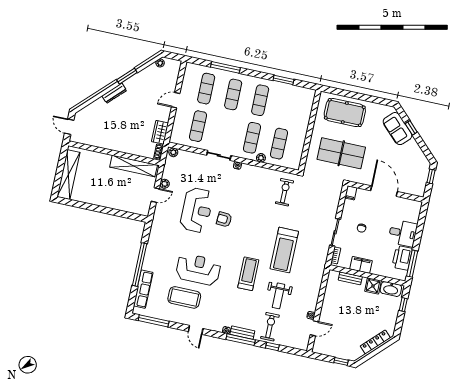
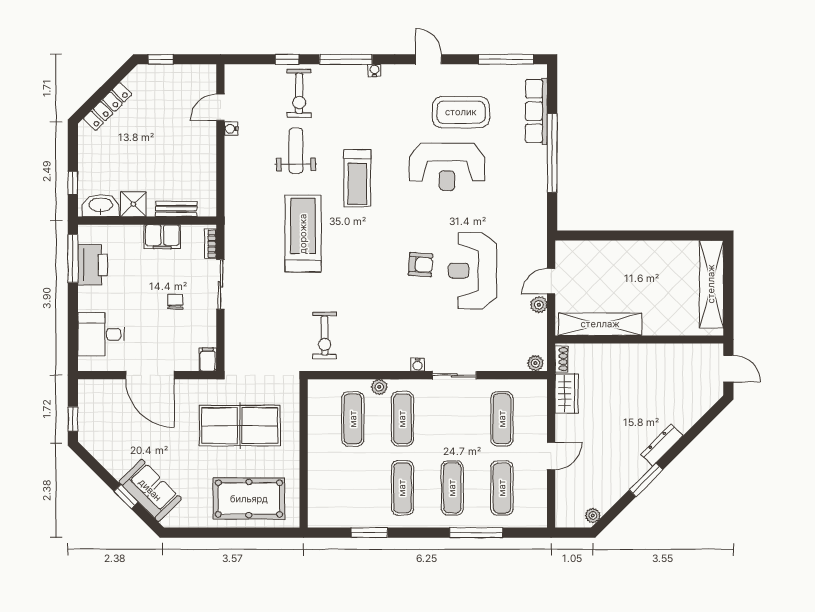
desk: (403, 233) -> (101, 334), moved
bench: (242, 333) -> (345, 72), removed

